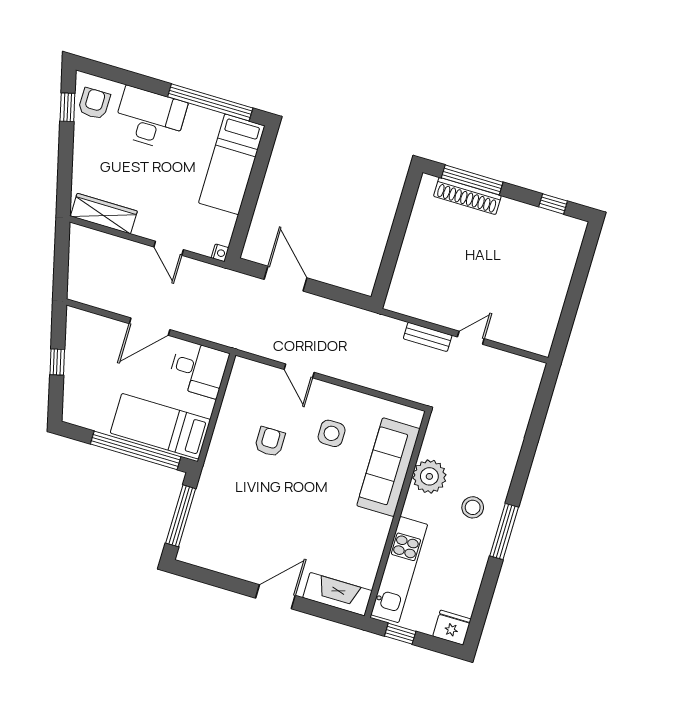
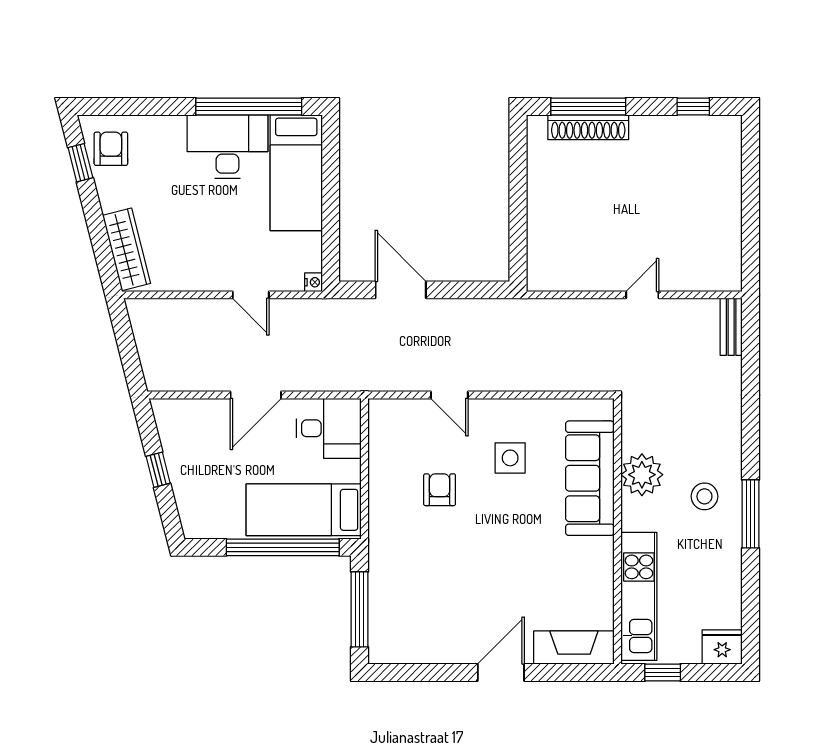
desk: (150, 118) -> (227, 147), moved
wardrobe: (104, 214) -> (127, 249), moved, turned 76
bench: (428, 337) -> (731, 327), moved, turned 90

